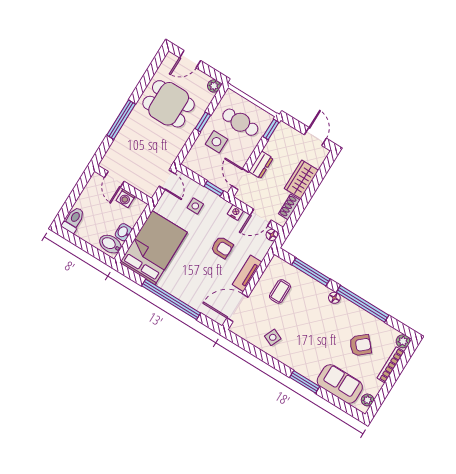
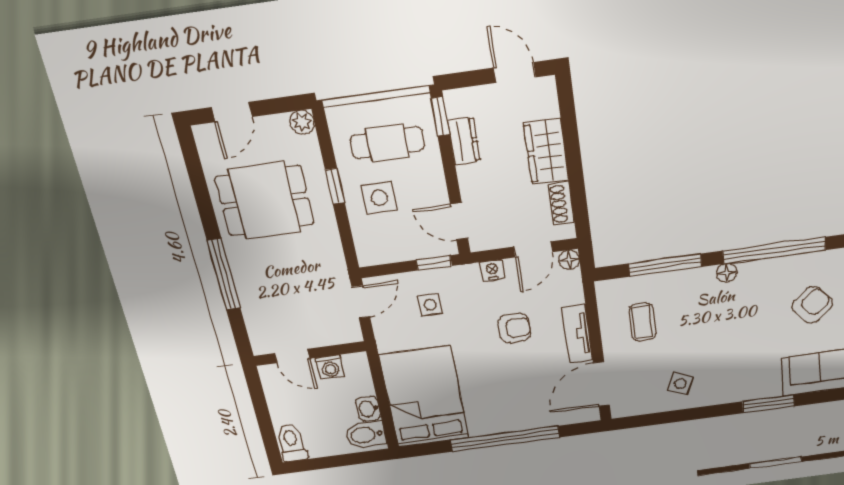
dresser: (261, 165) -> (464, 141), moved
door: (167, 180) -> (361, 302), hinge flipped

